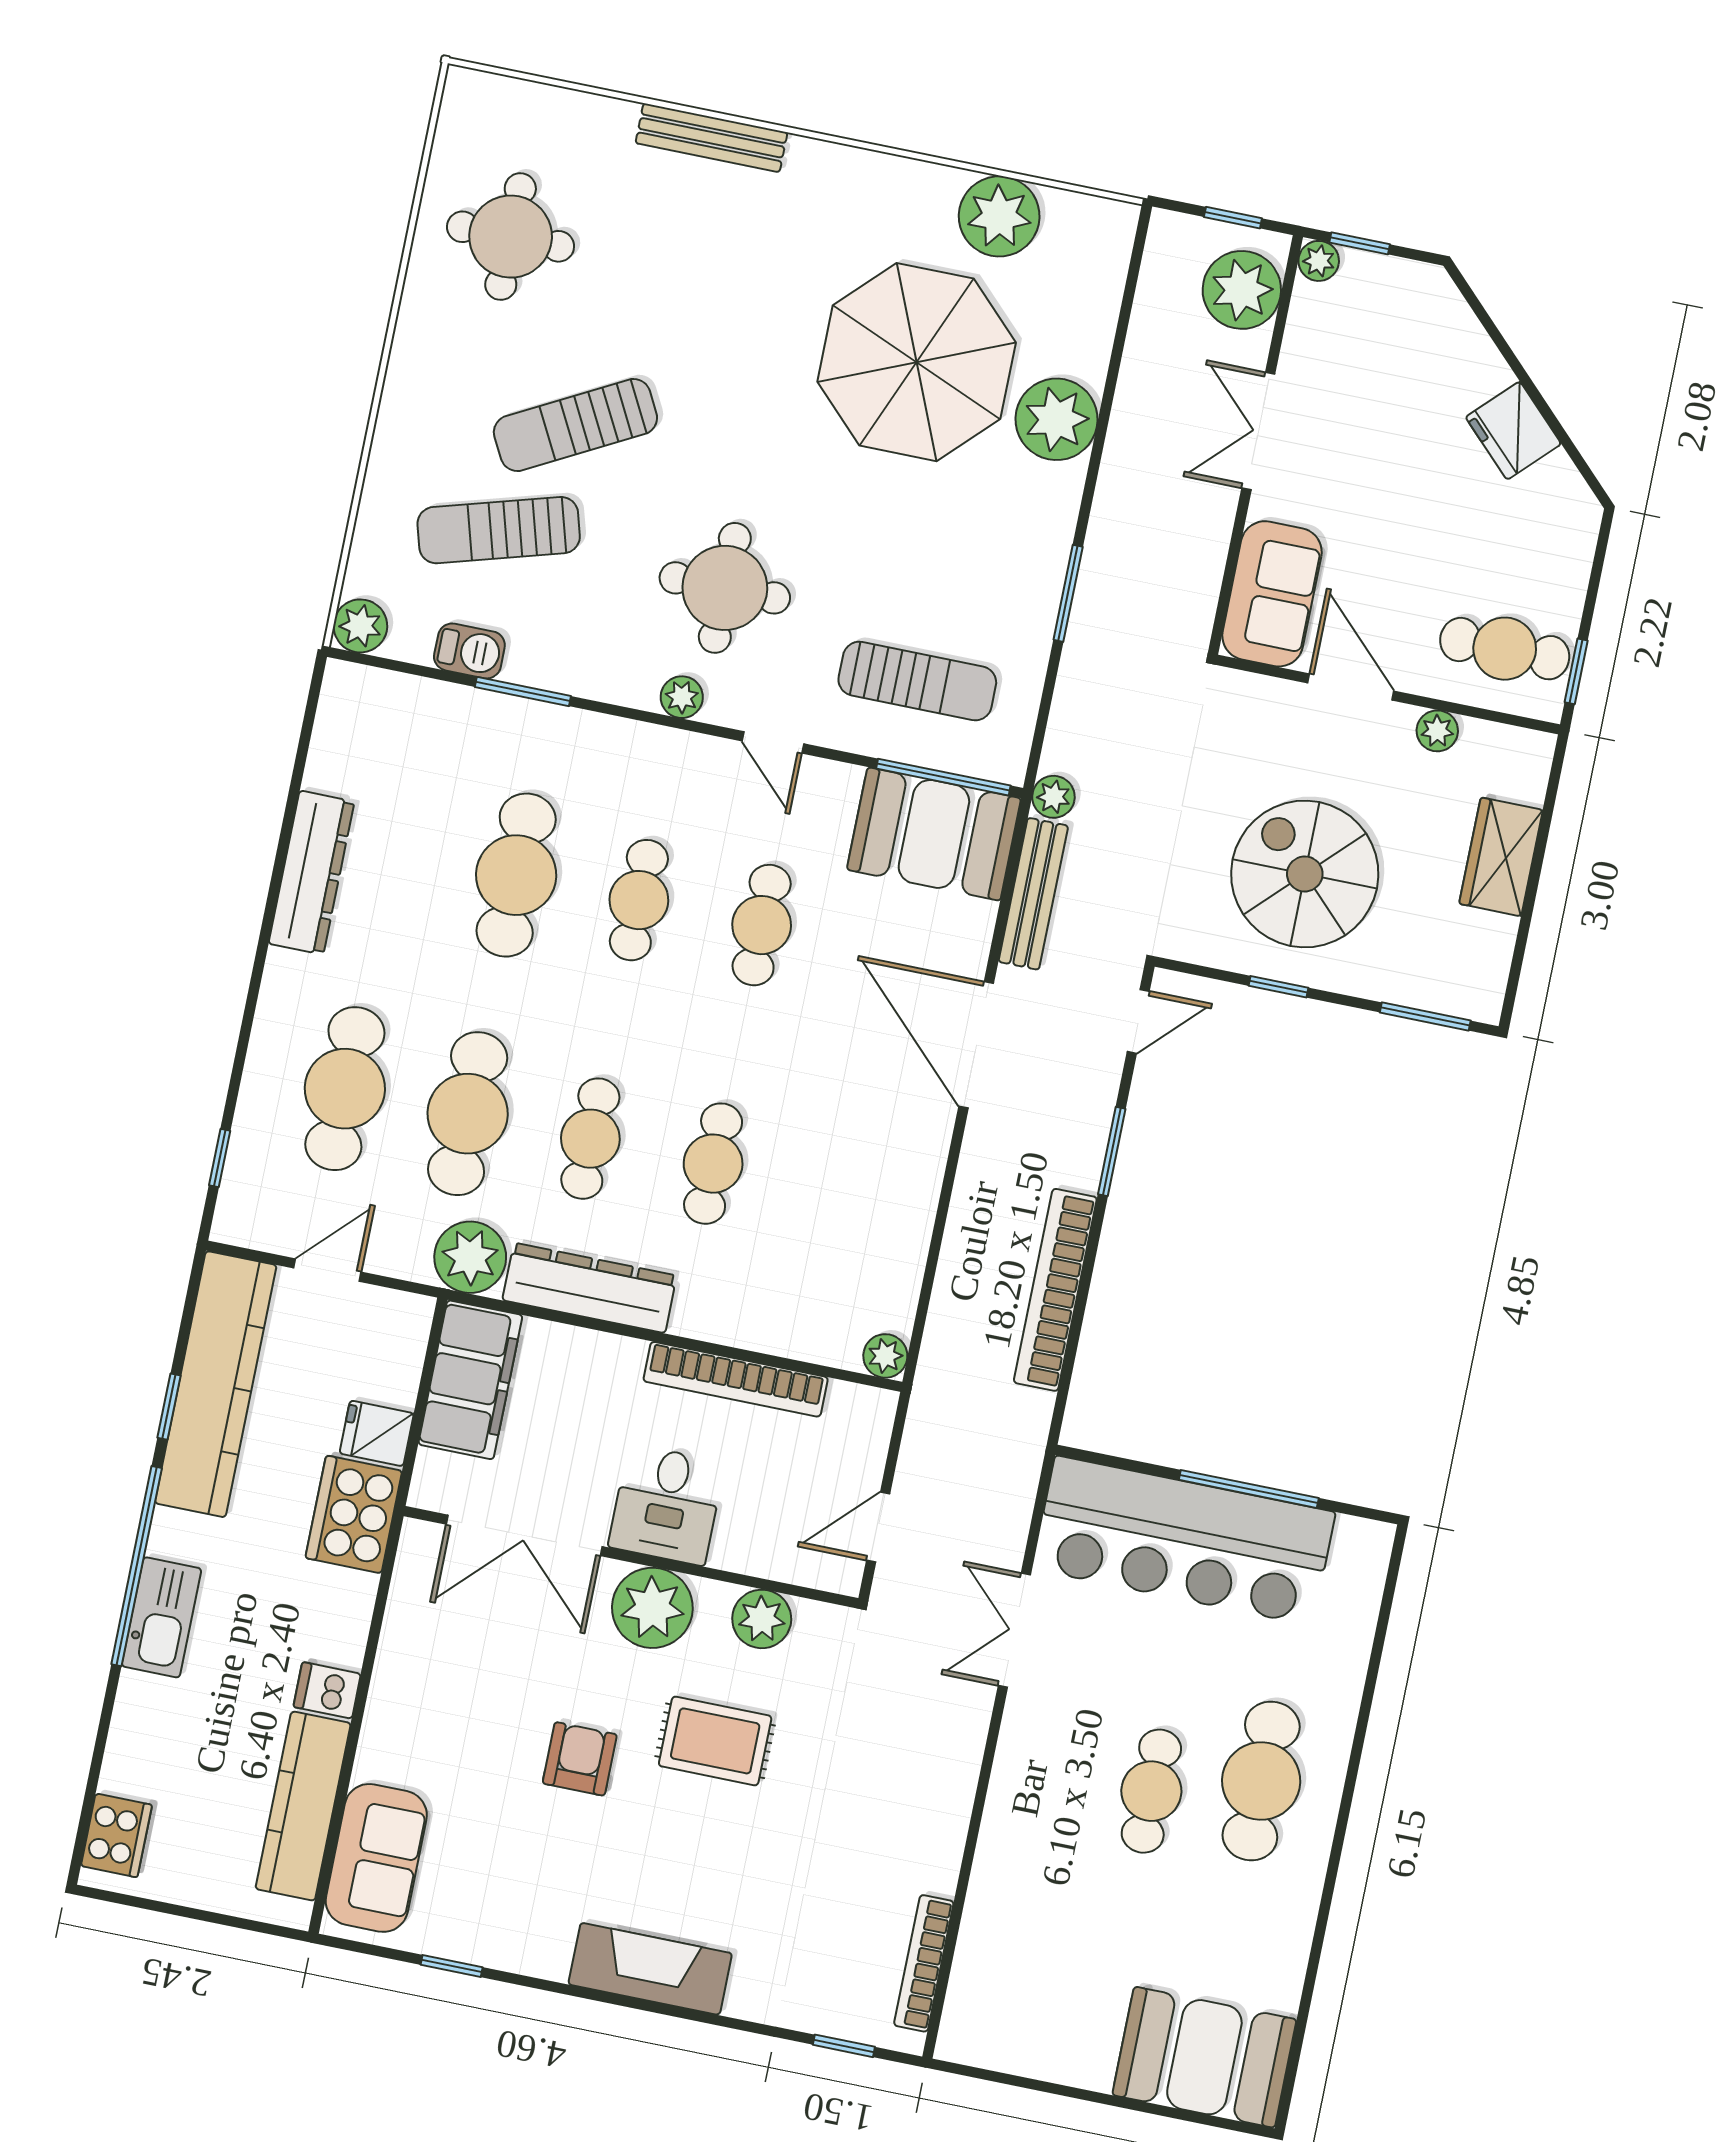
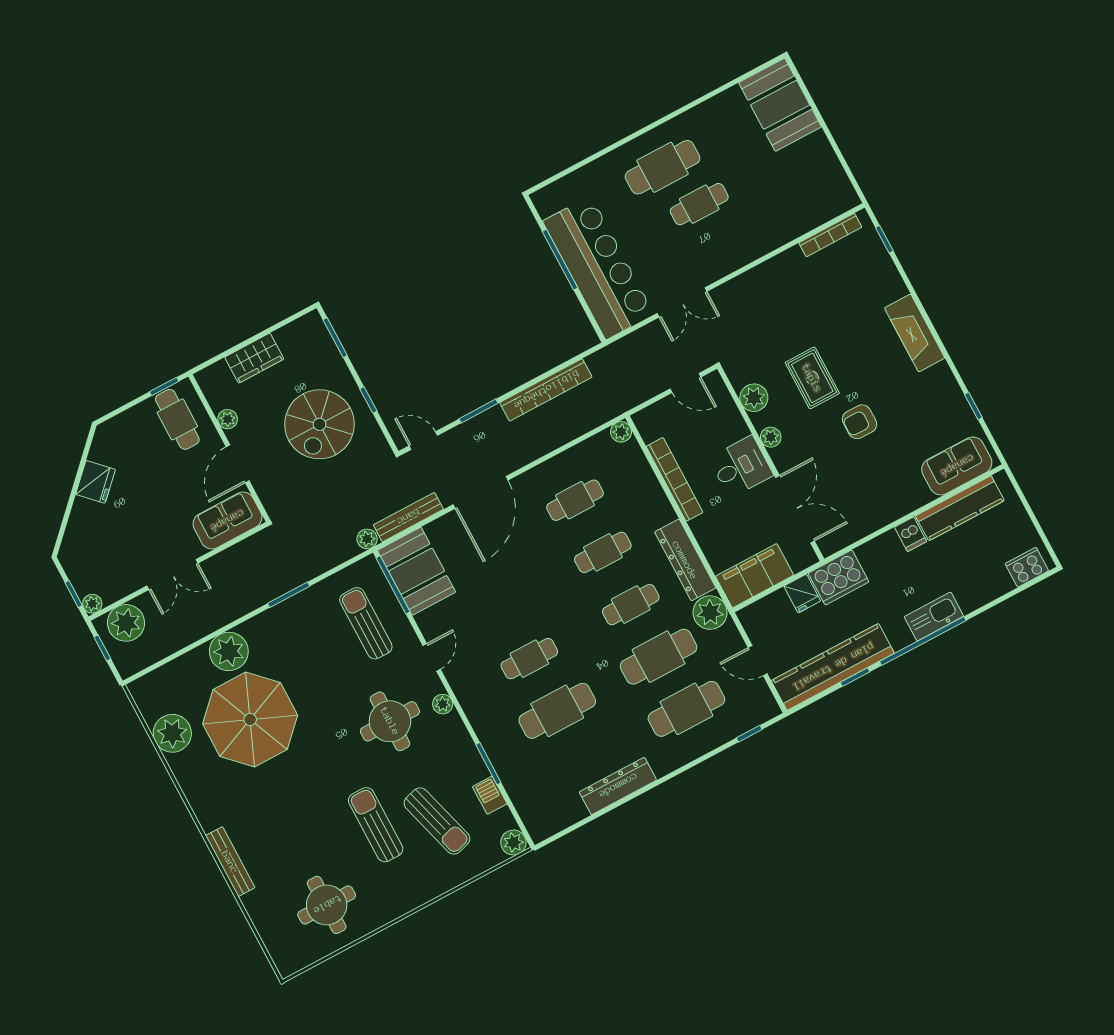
sun lounger: (575, 425) -> (376, 825), turned -152
cafe table: (762, 925) -> (575, 500), moved
plant: (652, 1608) -> (771, 437), width x0.53, depth x0.53

